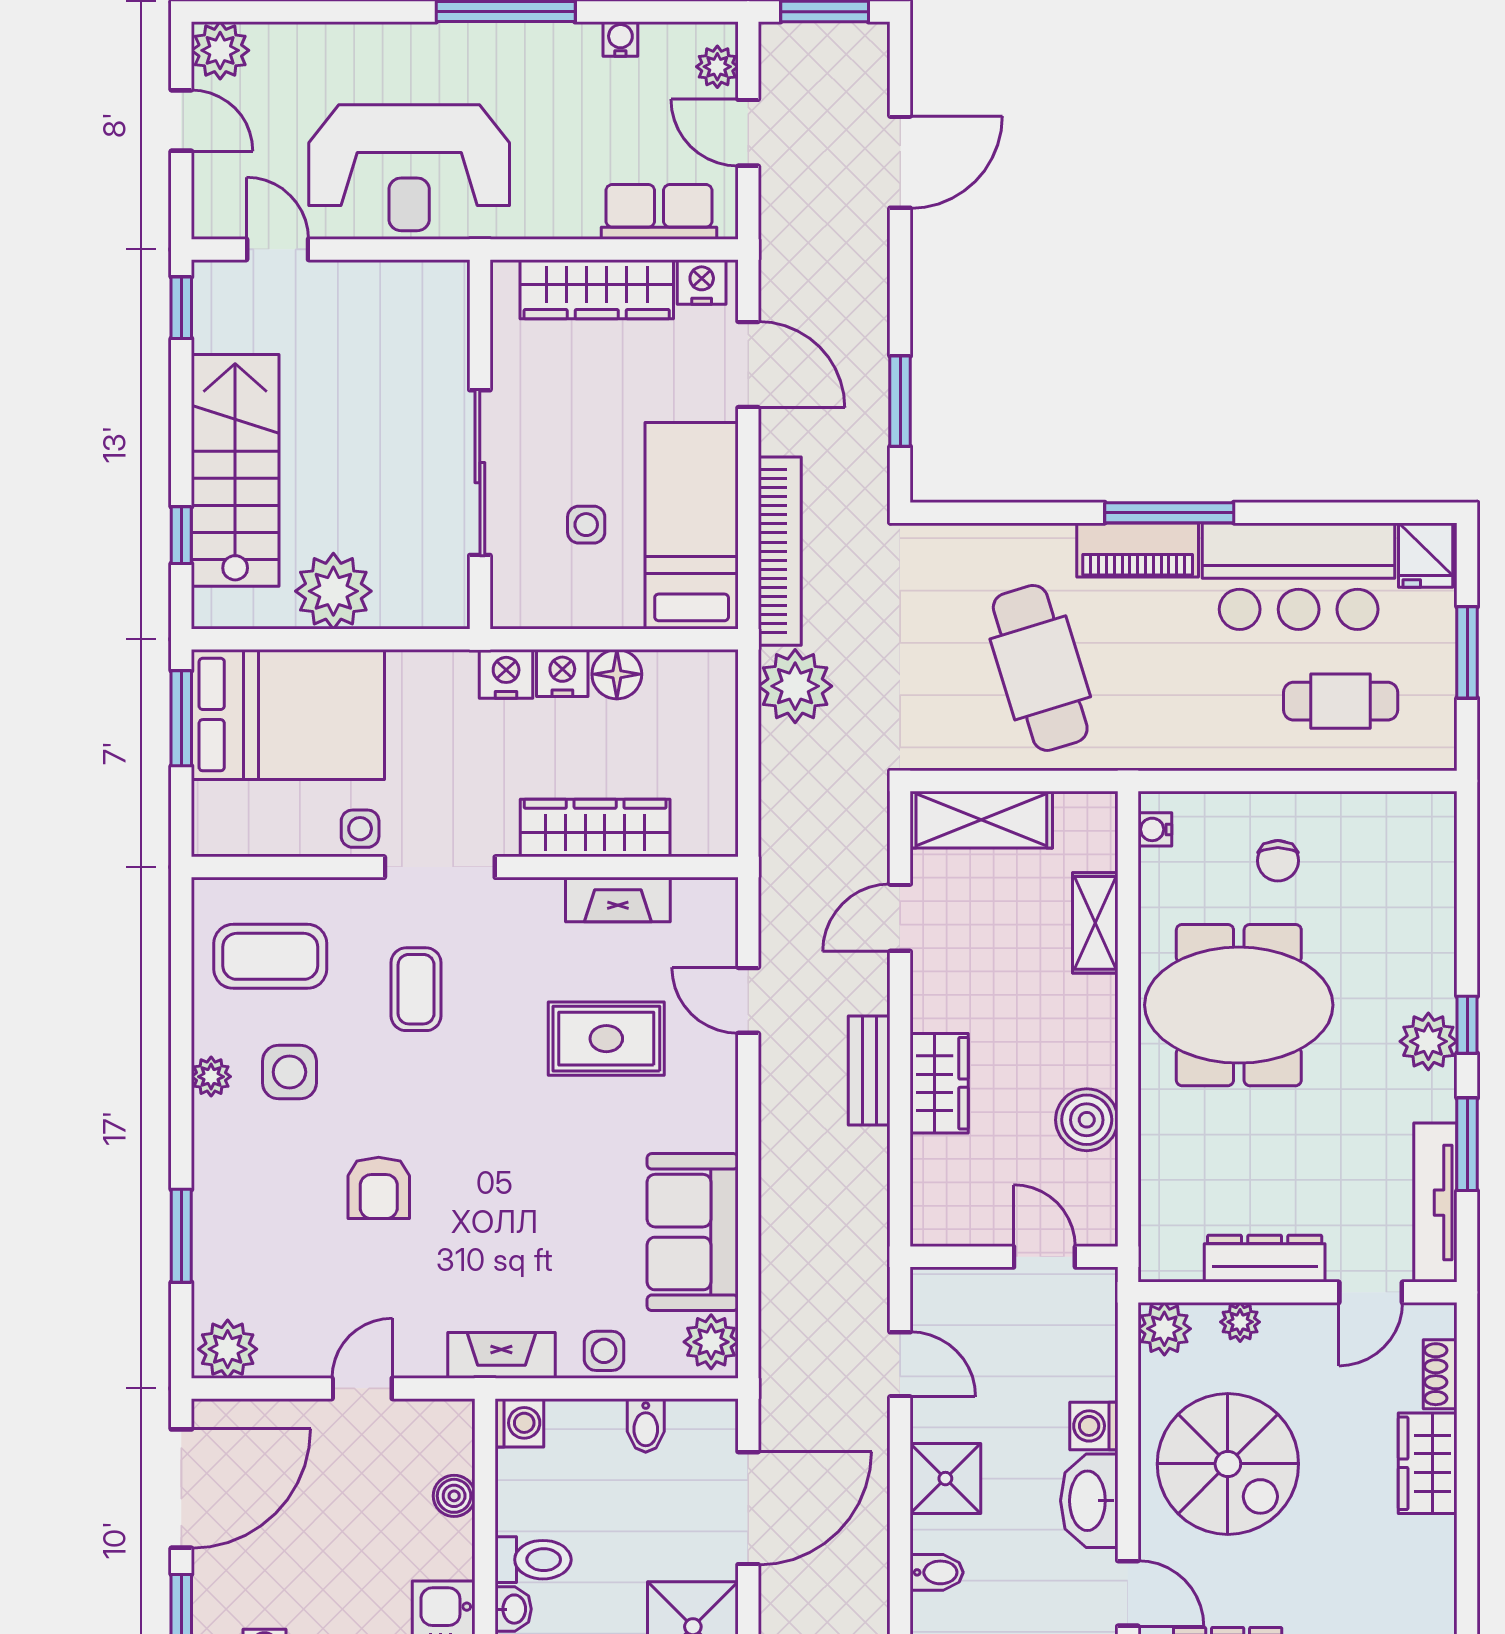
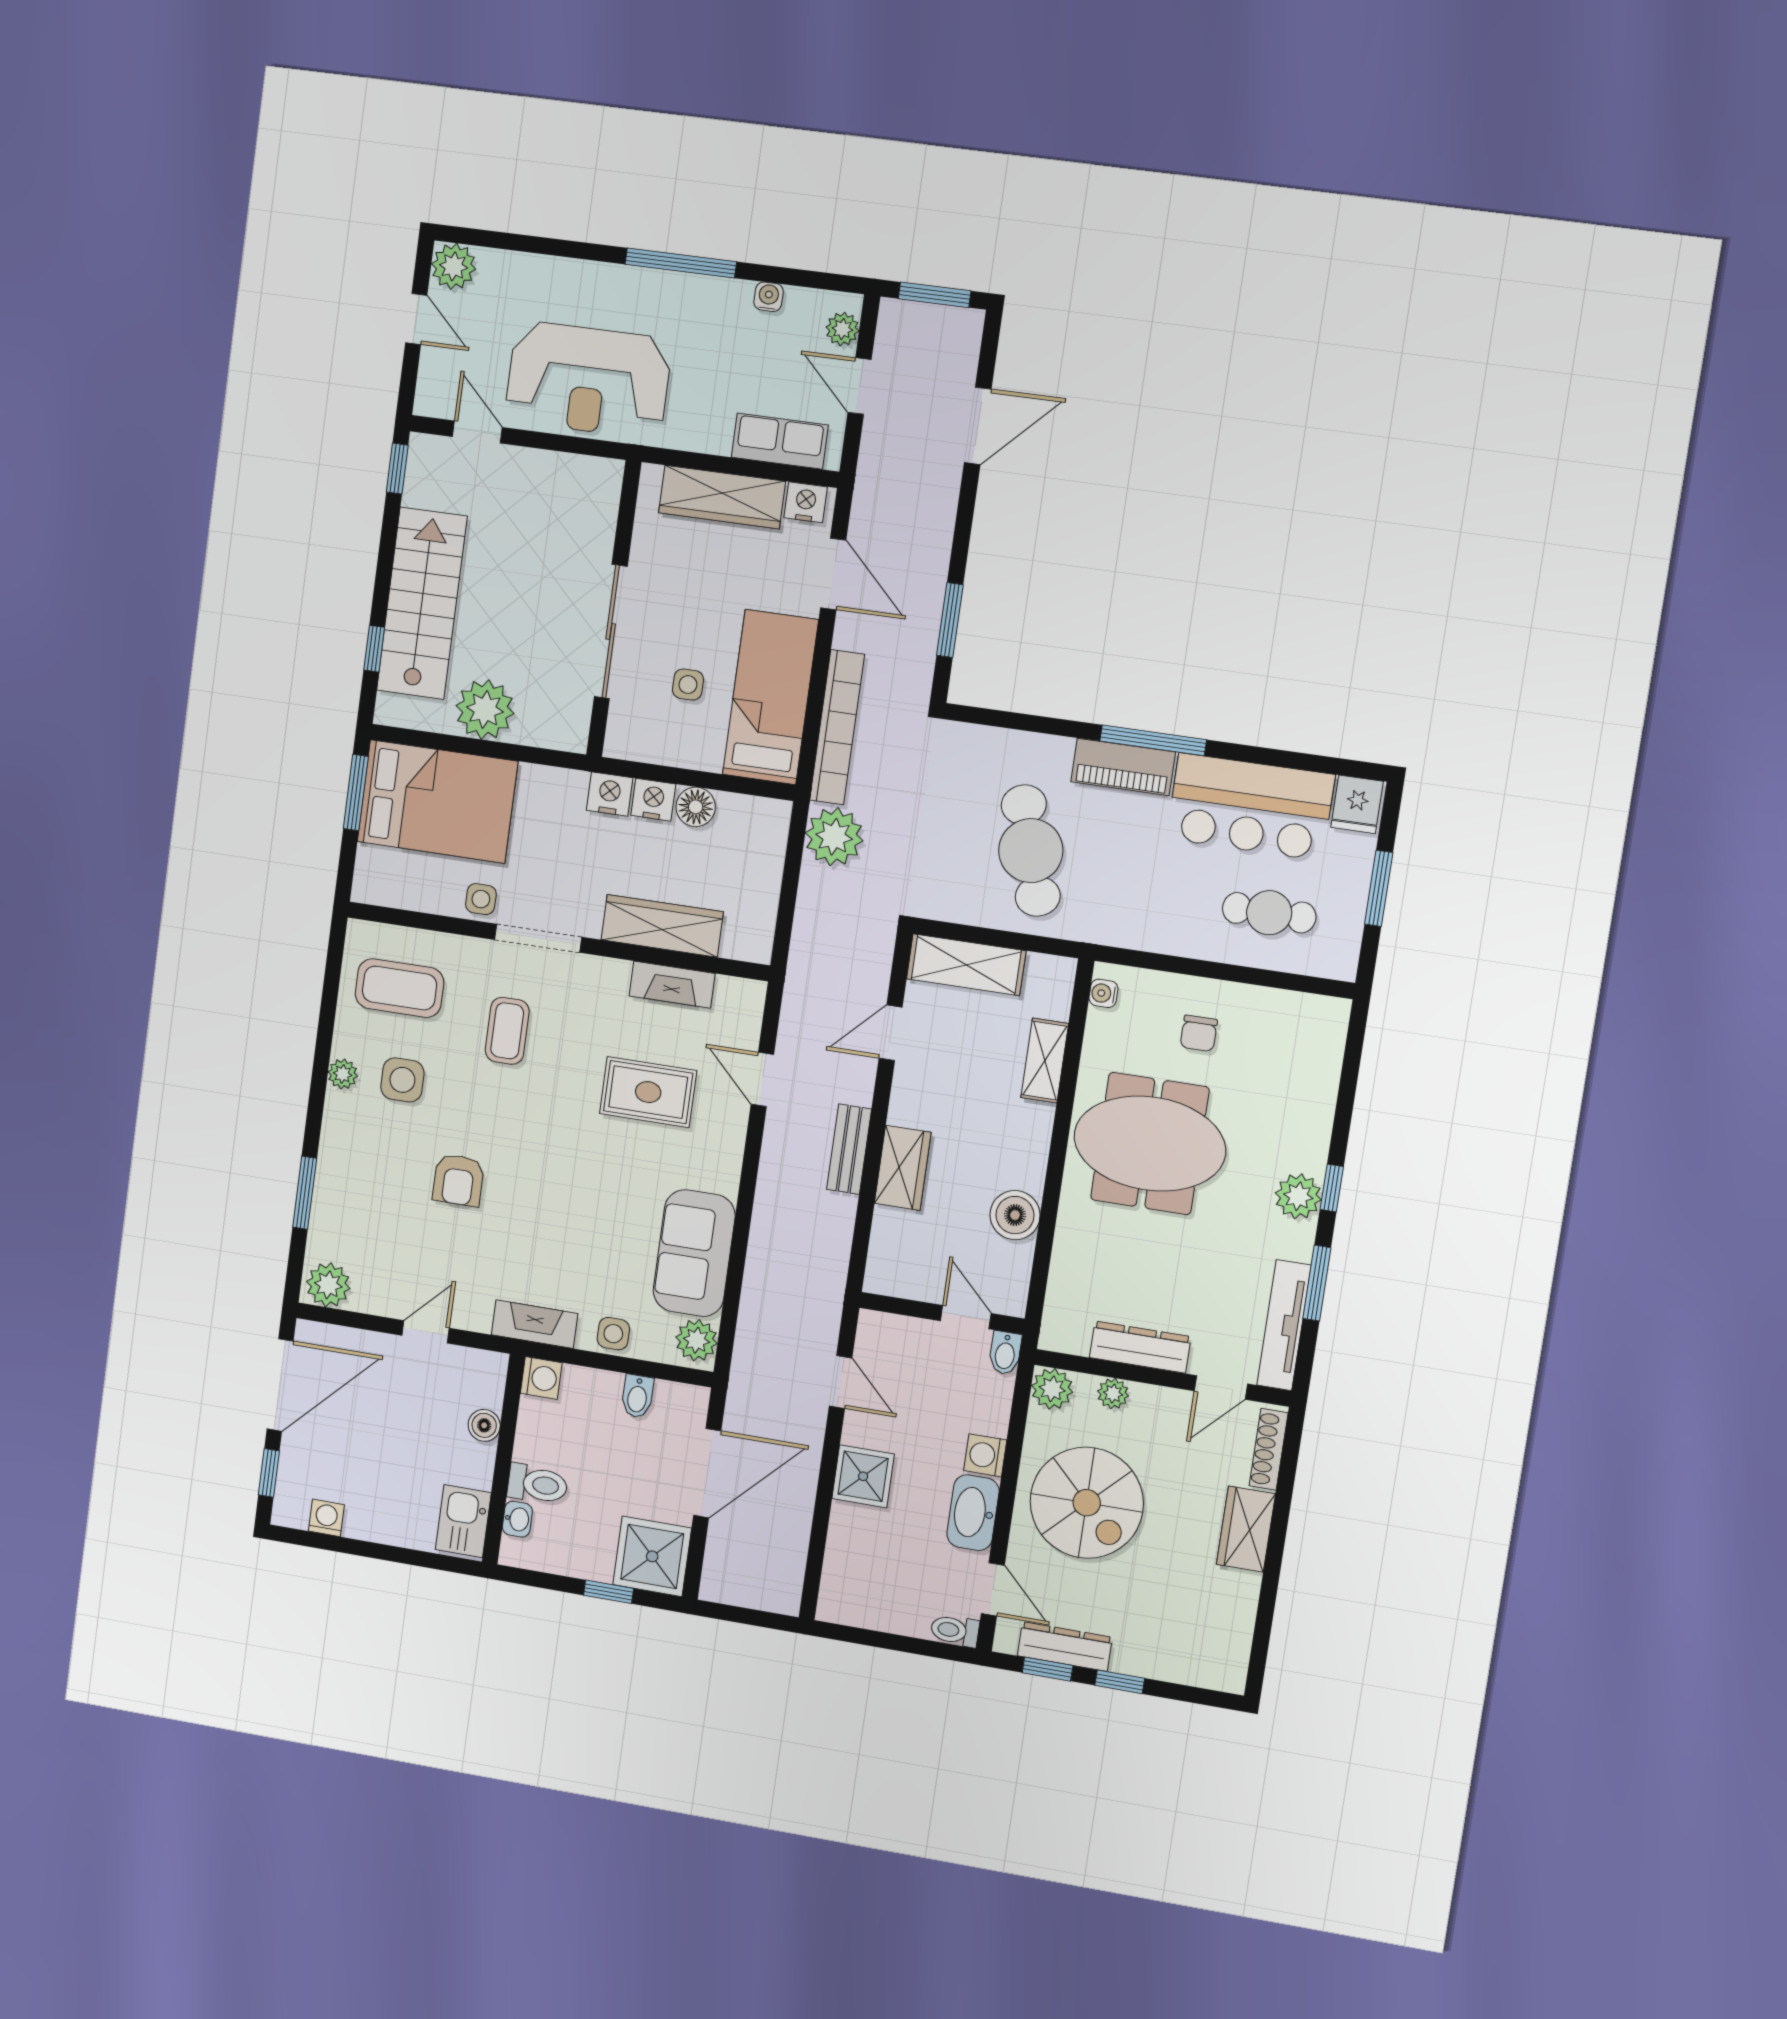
shoe rack: (1440, 1374) -> (1269, 1449), width x1.43
bidet: (937, 1572) -> (1005, 1353), moved, turned 90

